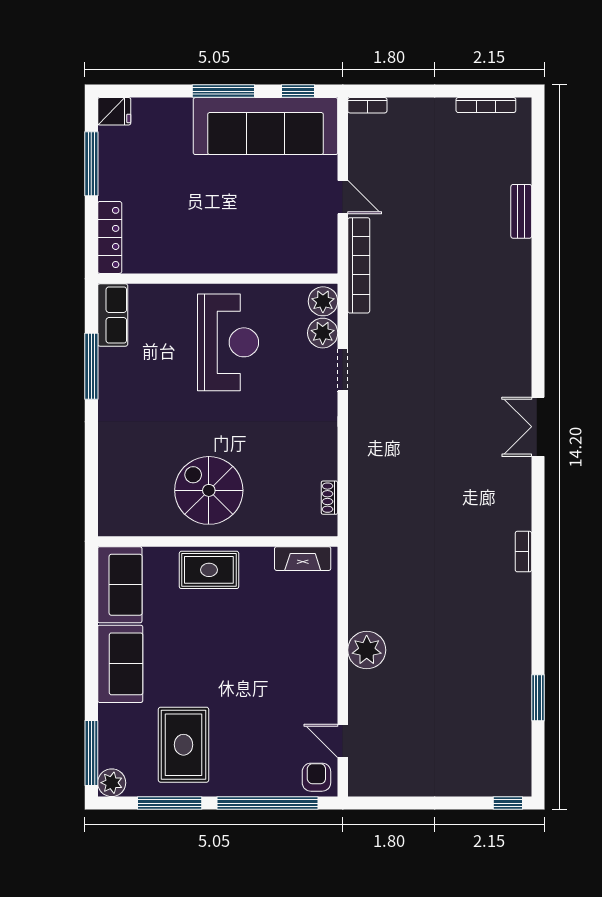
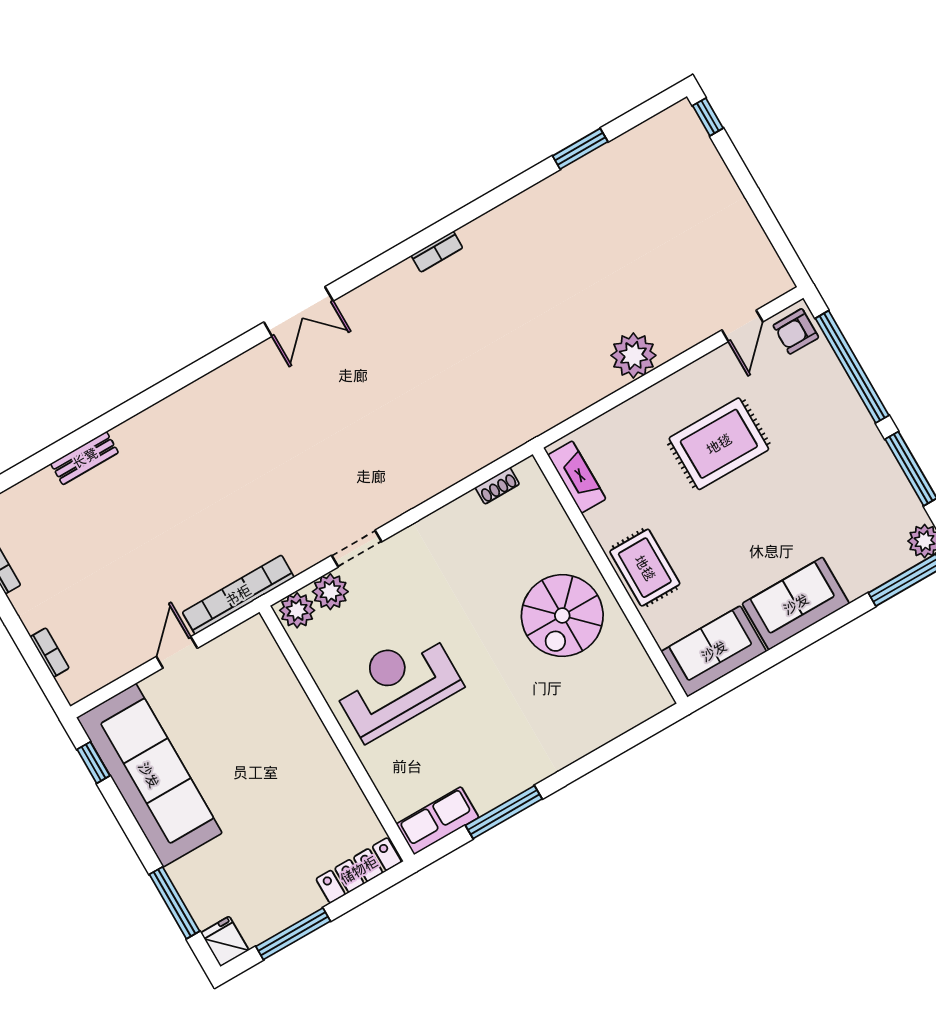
window: (223, 91) -> (174, 903), moved
bookcase: (367, 105) -> (50, 653), moved
rug: (184, 745) -> (719, 444), moved

